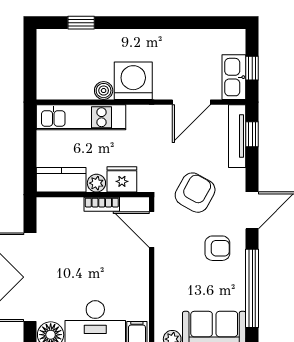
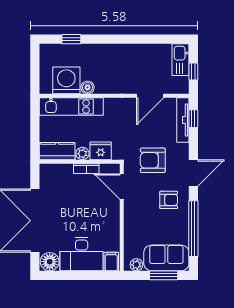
kitchen sink: (234, 77) -> (180, 60), moved
washing machine: (133, 81) -> (66, 80), moved
armchair: (195, 193) -> (153, 160), turned -119

